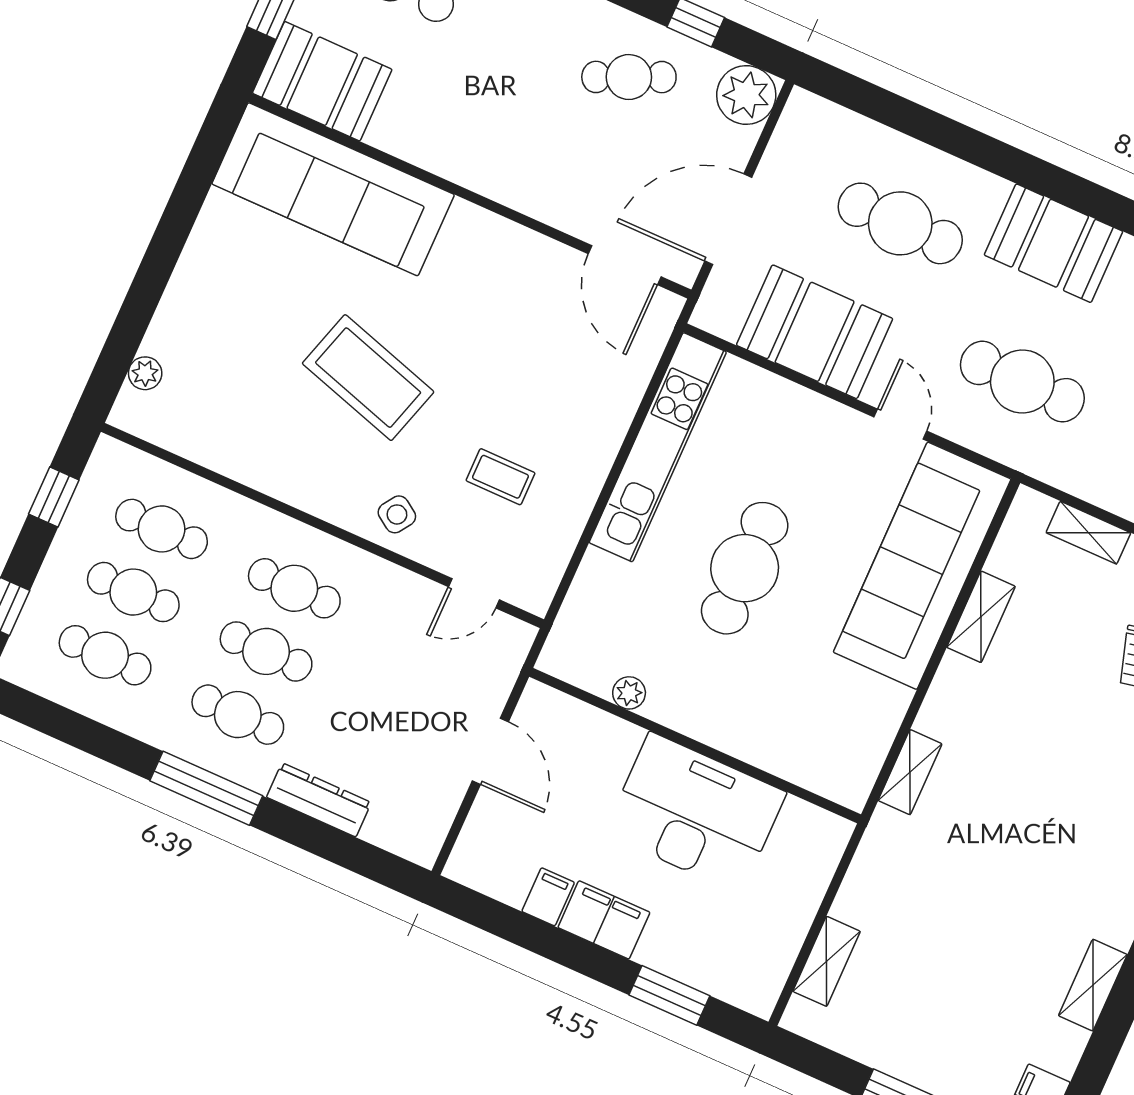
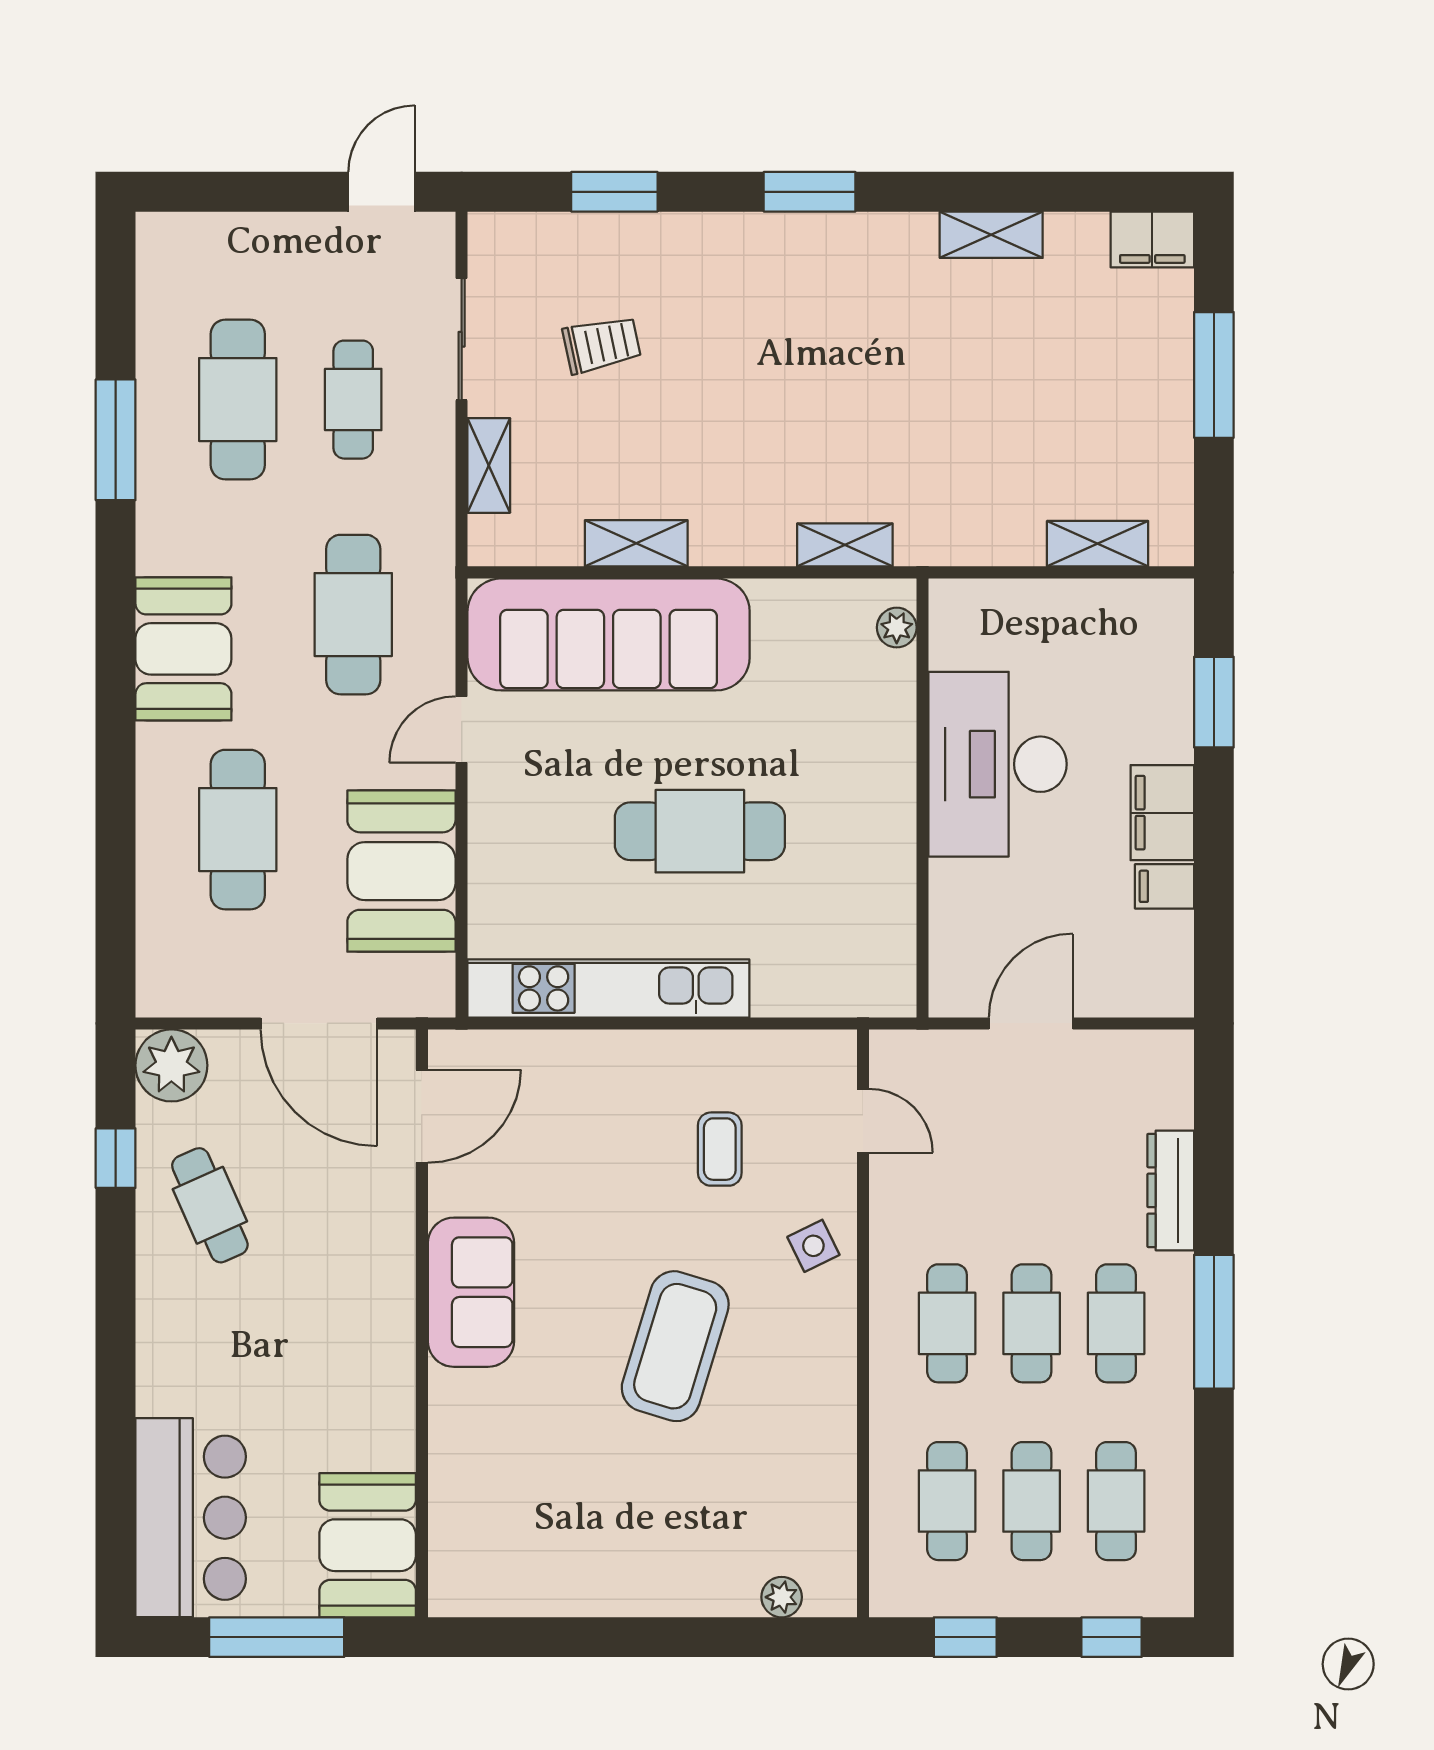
sofa: (333, 189) -> (471, 1292), moved, width x0.54, depth x0.79
side table: (397, 514) -> (813, 1246), turned 30
plant: (629, 693) -> (897, 628), moved

